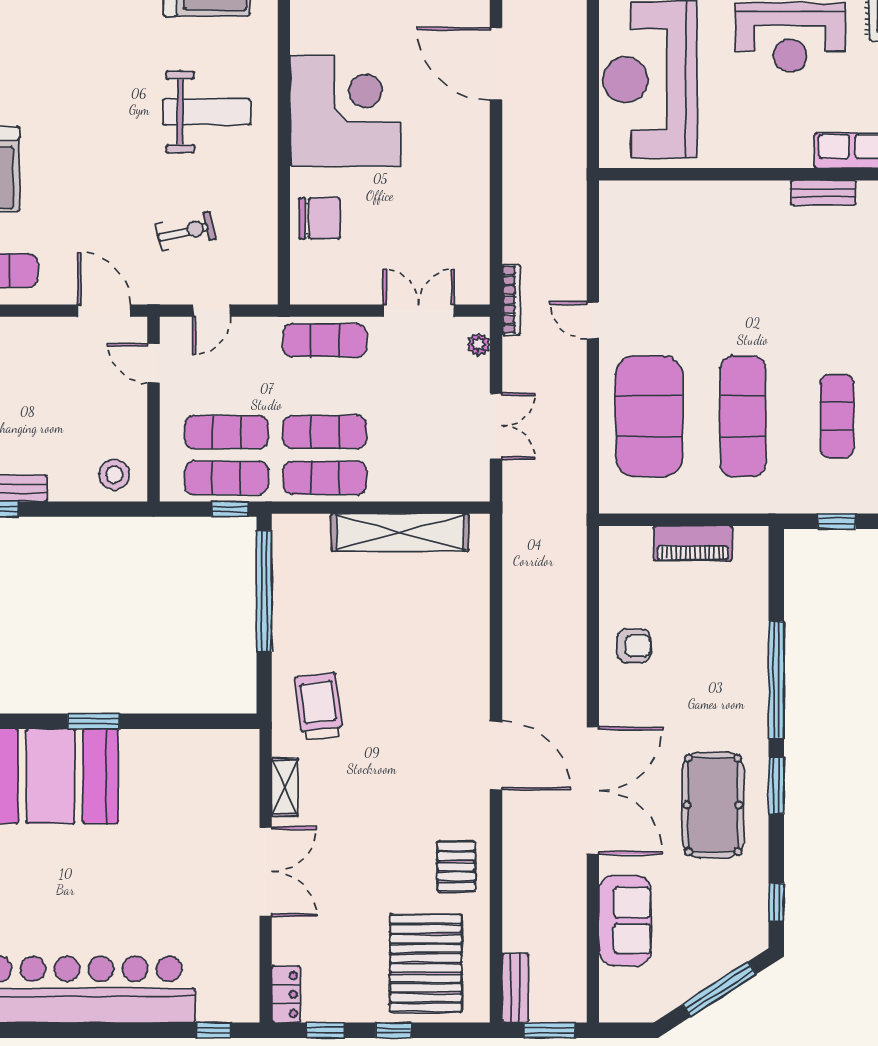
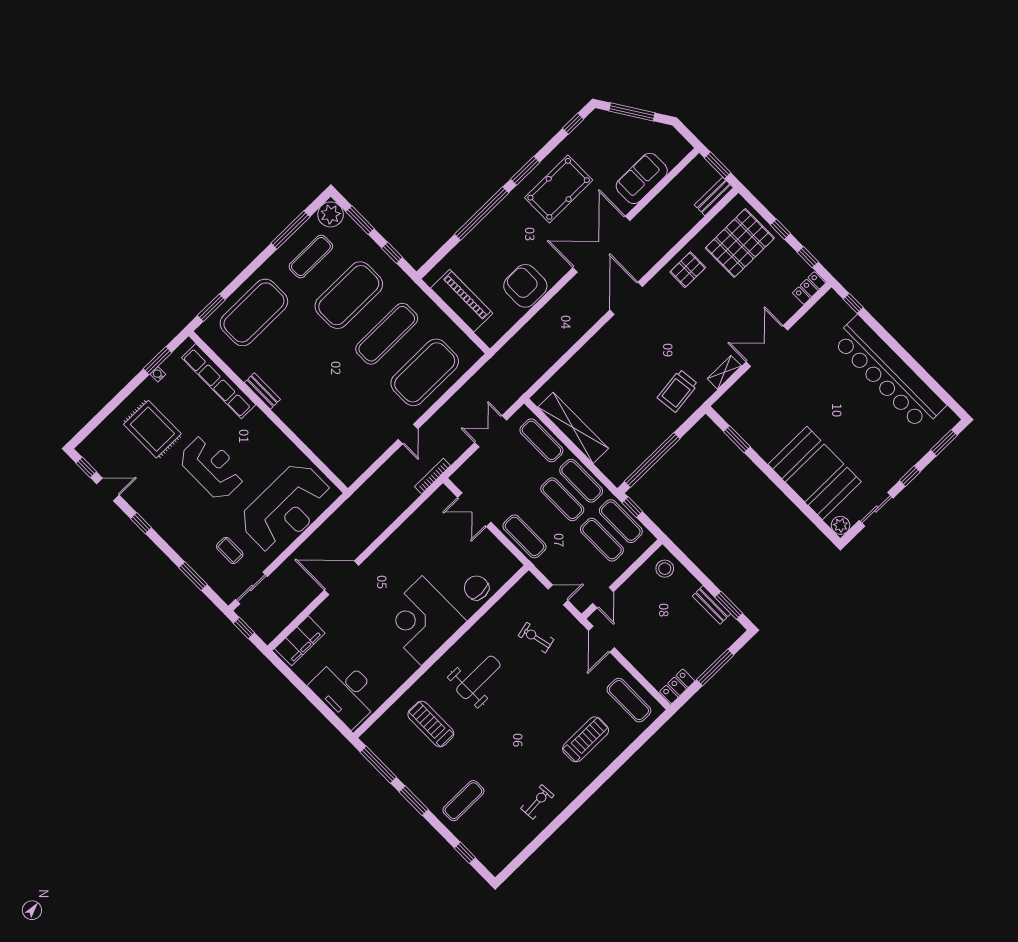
door: (496, 64) -> (342, 578), swing flipped
weight bench: (206, 112) -> (478, 677), turned 90
plant: (479, 344) -> (464, 471), removed
exercise mat: (837, 416) -> (349, 295), width x2.00, depth x1.45
exercise mat: (423, 478) -> (541, 440), added
piano: (693, 543) -> (462, 301), width x1.37, depth x1.33
armchair: (634, 646) -> (525, 286), width x1.88, depth x1.88
window: (93, 721) -> (737, 439), moved

